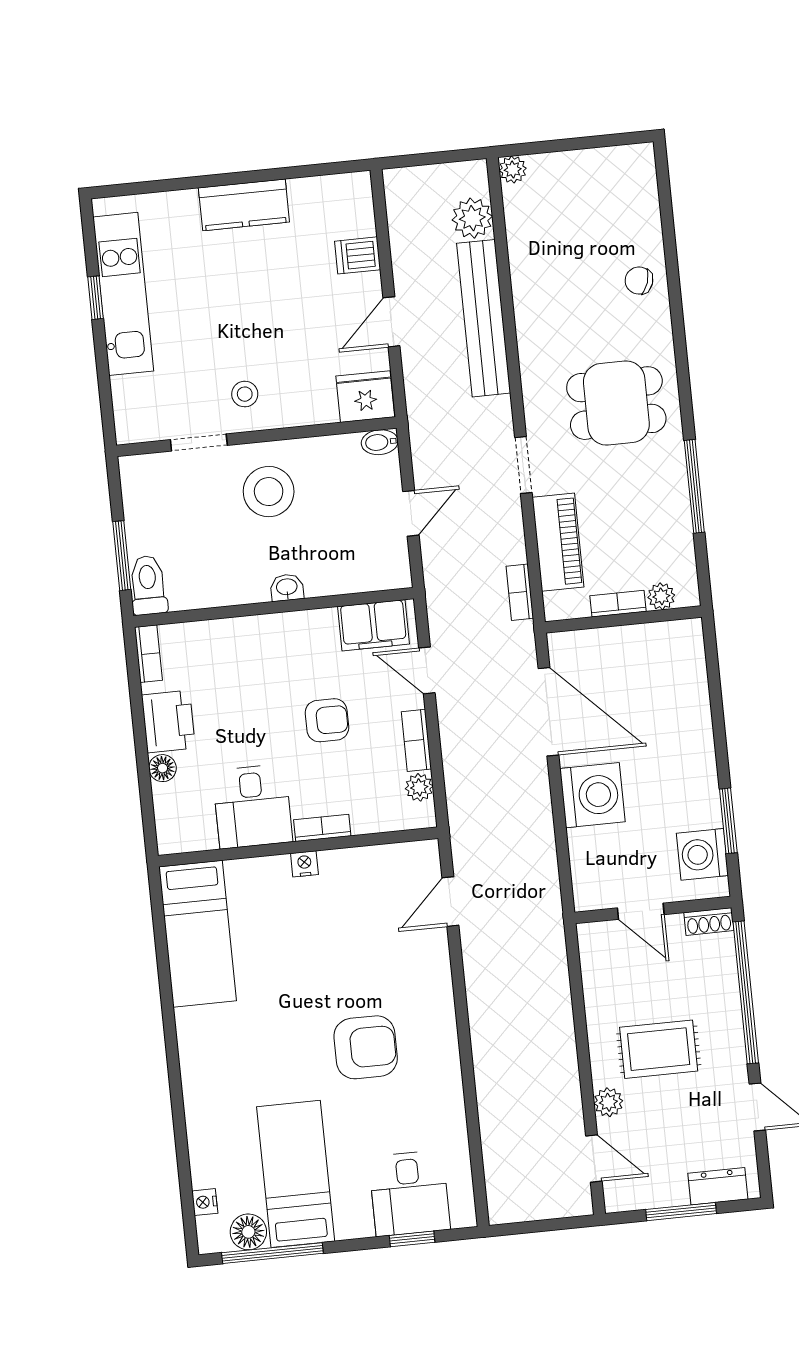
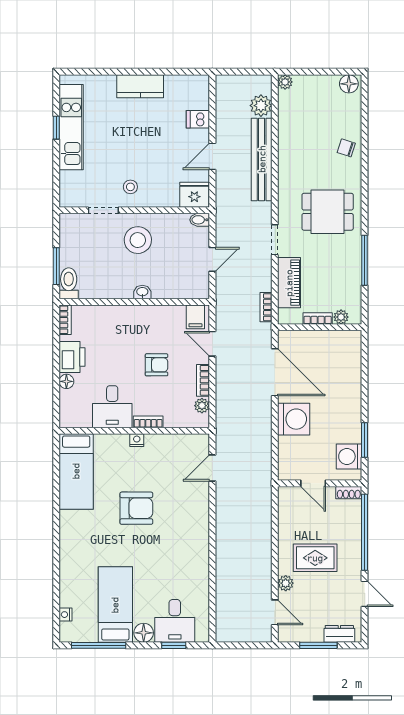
floor lamp: (632, 161) -> (349, 84), added
filing cabinet: (374, 625) -> (195, 317), width x0.50
armchair: (366, 1047) -> (136, 508), moved
floor lamp: (248, 1232) -> (144, 633), moved

